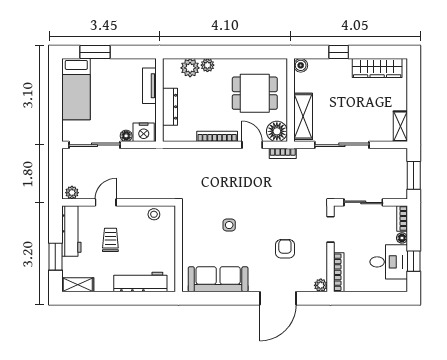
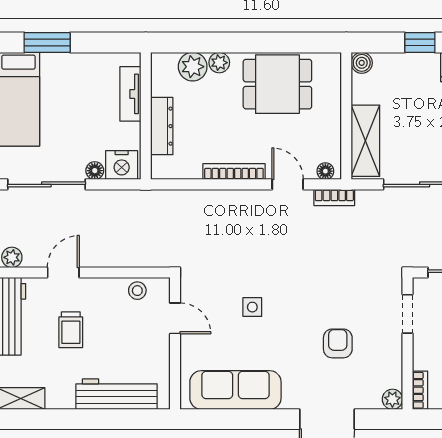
dining table: (255, 93) -> (277, 84), moved
floor lamp: (277, 131) -> (325, 171), width x0.53, depth x0.53
door: (179, 232) -> (175, 318), added
trolley: (110, 240) -> (71, 330), turned 180
bookcase: (339, 272) -> (420, 390), width x0.64

